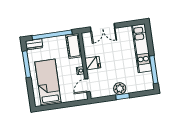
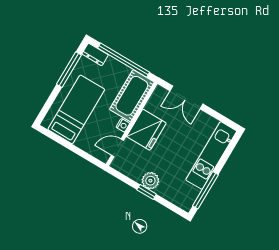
cot: (74, 46) -> (132, 96), width x1.37, depth x1.34
fridge: (93, 63) -> (146, 130), width x1.88, depth x1.34

